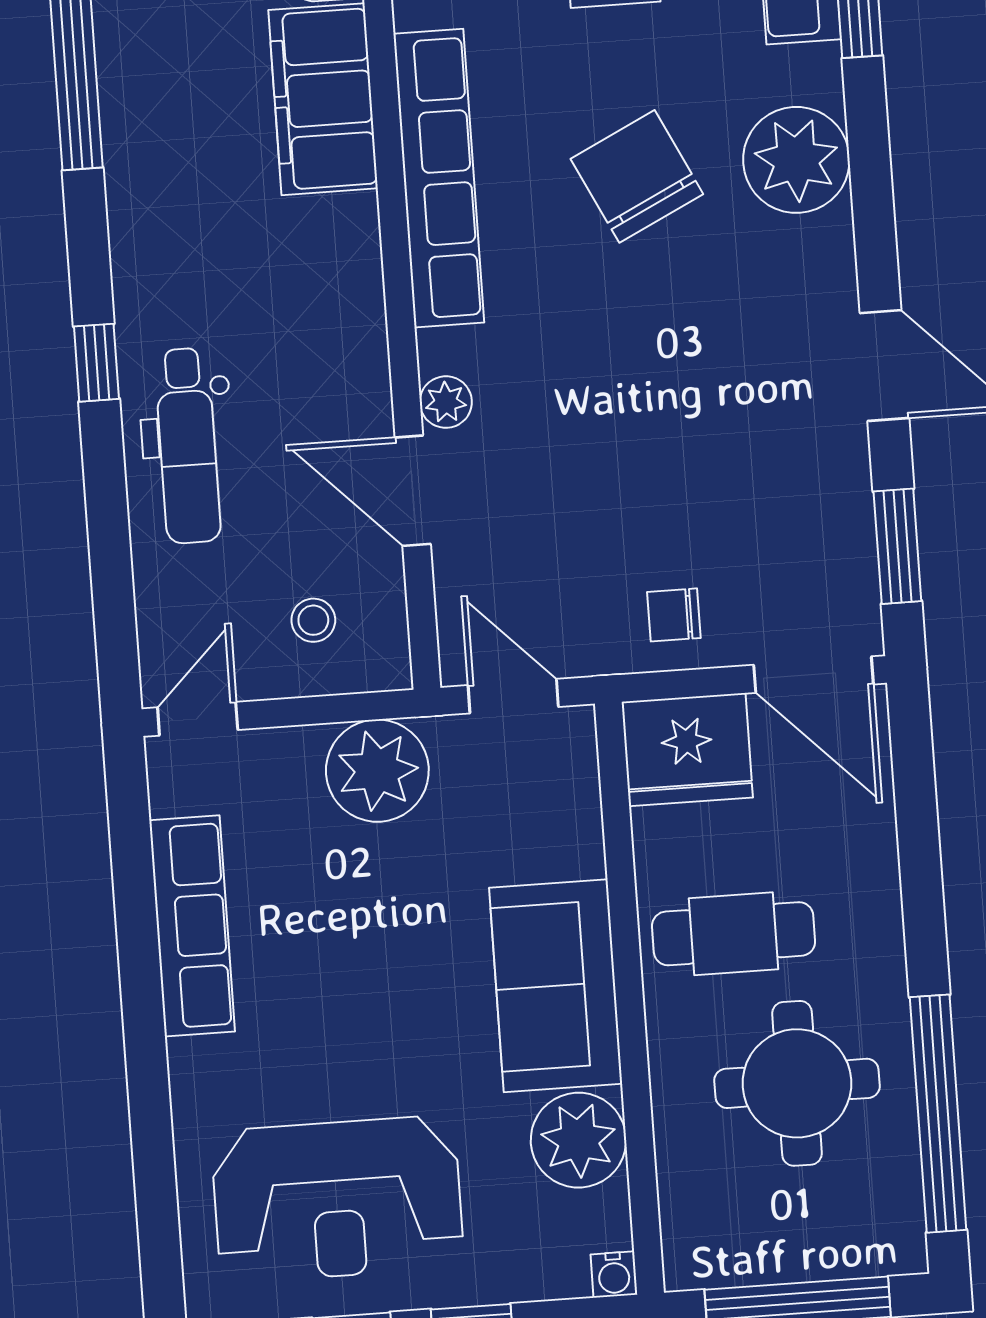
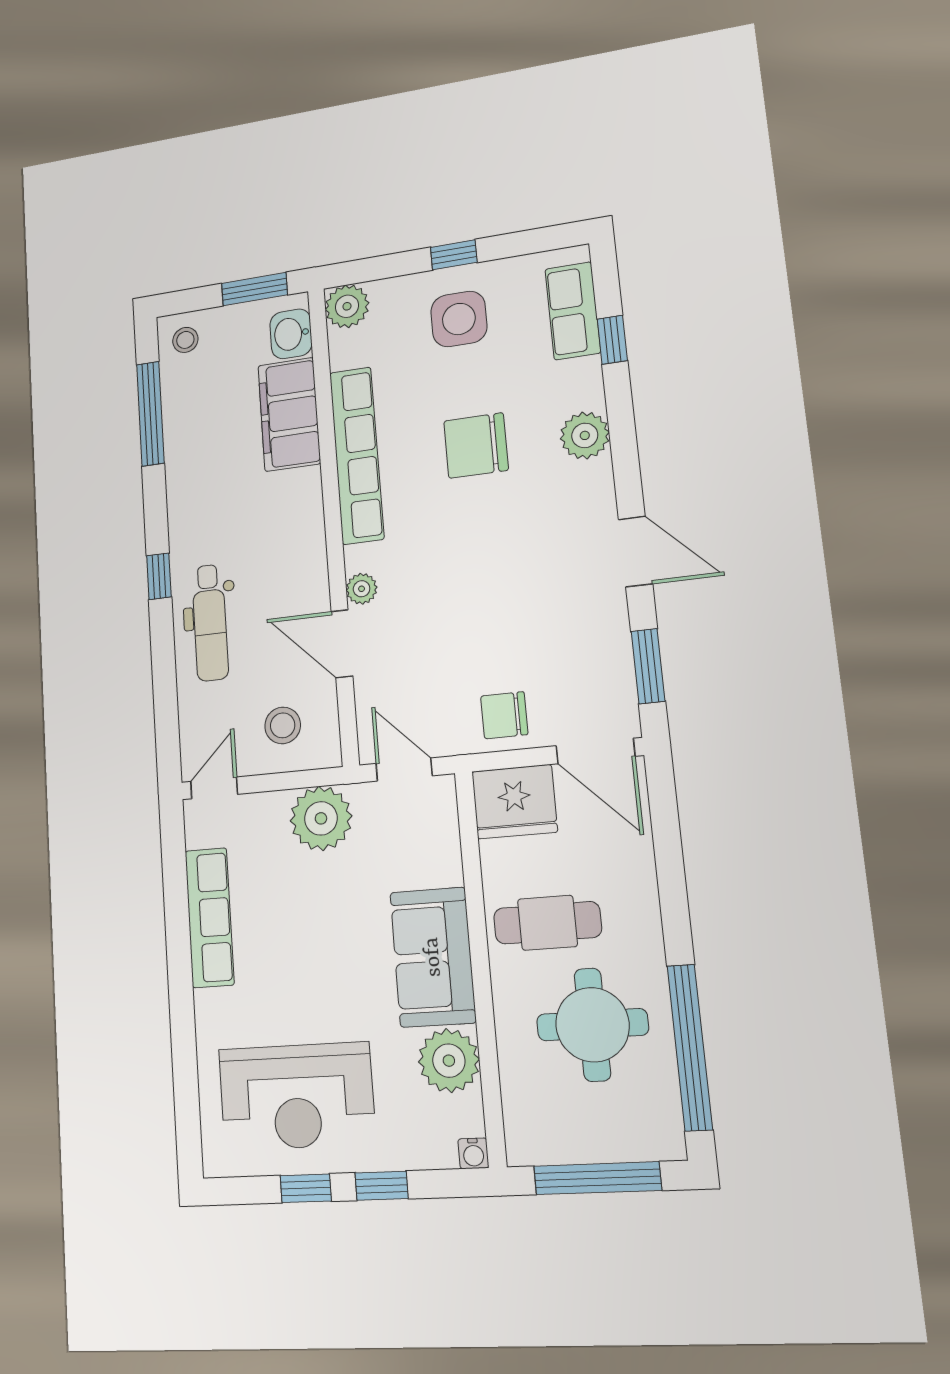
plant: (796, 160) -> (585, 435), width x0.73, depth x0.73
chair: (637, 176) -> (476, 446), turned -64
chair: (674, 615) -> (504, 715), width x1.37, depth x1.37
stool: (313, 620) -> (283, 725), width x1.37, depth x1.37

